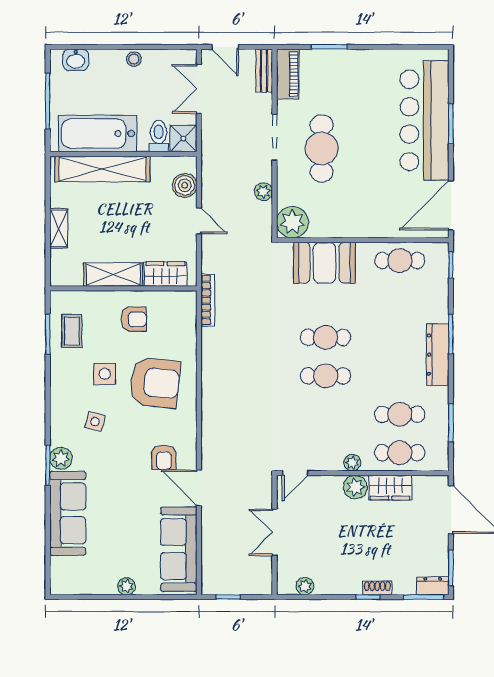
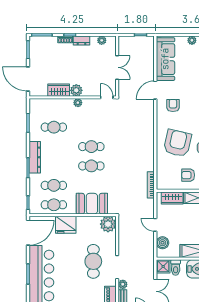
plant: (263, 192) -> (123, 284), moved
fridge: (376, 221) -> (66, 225), added
armchair: (155, 383) -> (177, 143), turned 97
cafe table: (400, 453) -> (54, 185), moved
door: (295, 473) -> (107, 97), hinge flipped
door: (199, 488) -> (155, 90), swing flipped
dresser: (433, 586) -> (81, 40), moved

